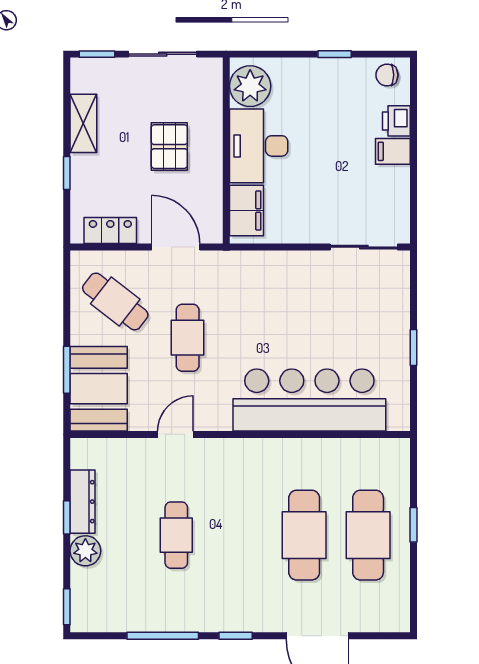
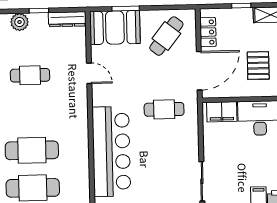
pallet: (169, 147) -> (258, 66), turned 90
door: (176, 247) -> (199, 71), width x1.36
cafe table: (188, 338) -> (164, 109), moved
dresser: (83, 502) -> (67, 19), moved

